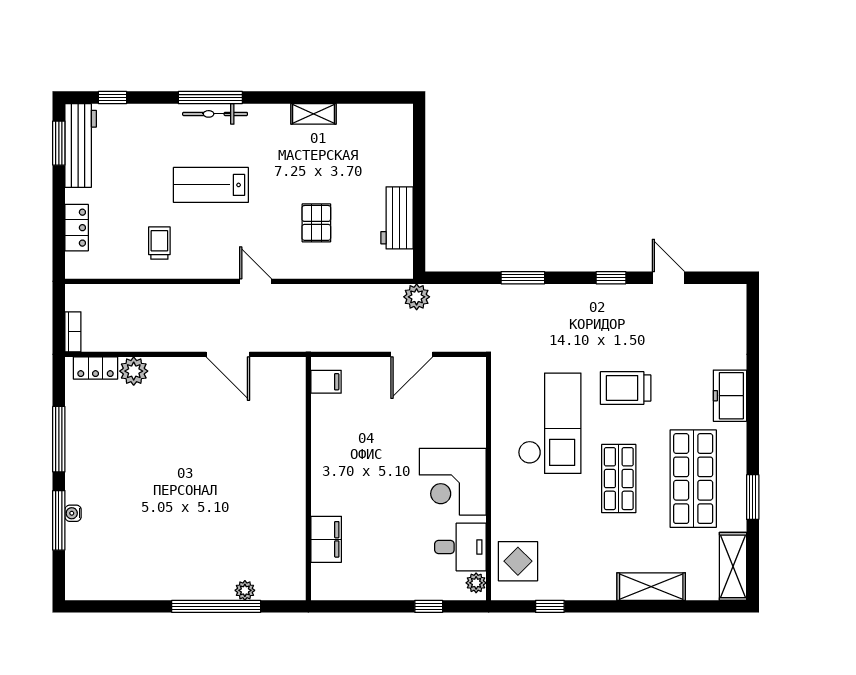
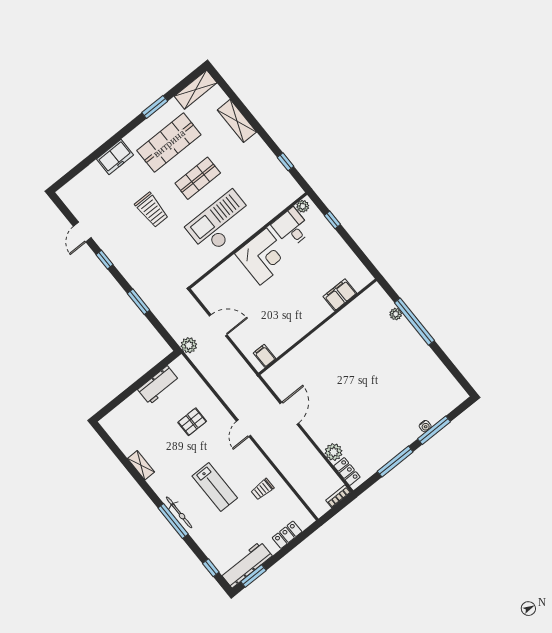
checkout: (550, 423) -> (220, 223), moved
display table: (518, 561) -> (276, 195), removed

